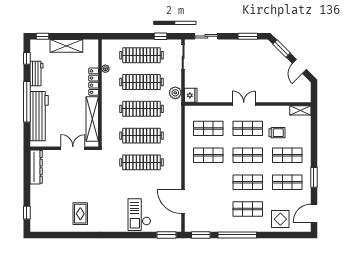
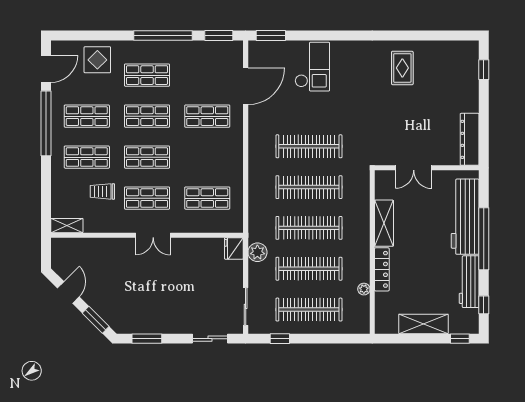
workbench: (36, 74) -> (469, 282), width x1.38
shelving: (92, 119) -> (384, 223), width x0.68
shop shelf: (208, 155) -> (207, 116), moved
window: (314, 177) -> (46, 123), width x2.11
door: (183, 202) -> (246, 86), hinge flipped

